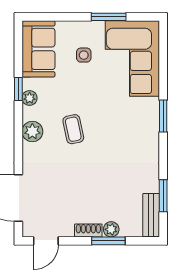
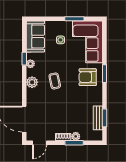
armchair: (133, 122) -> (88, 77), added
bench: (151, 215) -> (98, 118), moved

